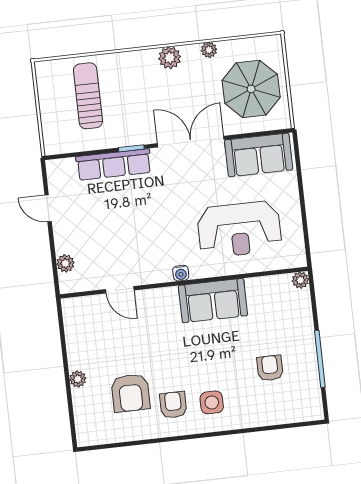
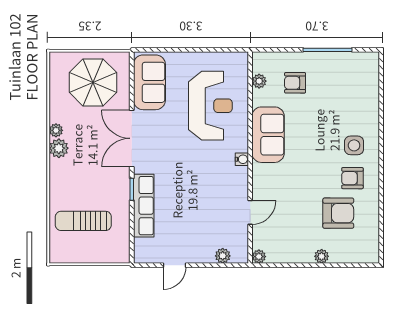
plant: (209, 50) -> (56, 130), moved
plant: (300, 280) -> (259, 81), moved
plant: (69, 306) -> (259, 257), added
armchair: (270, 368) -> (295, 83), moved

